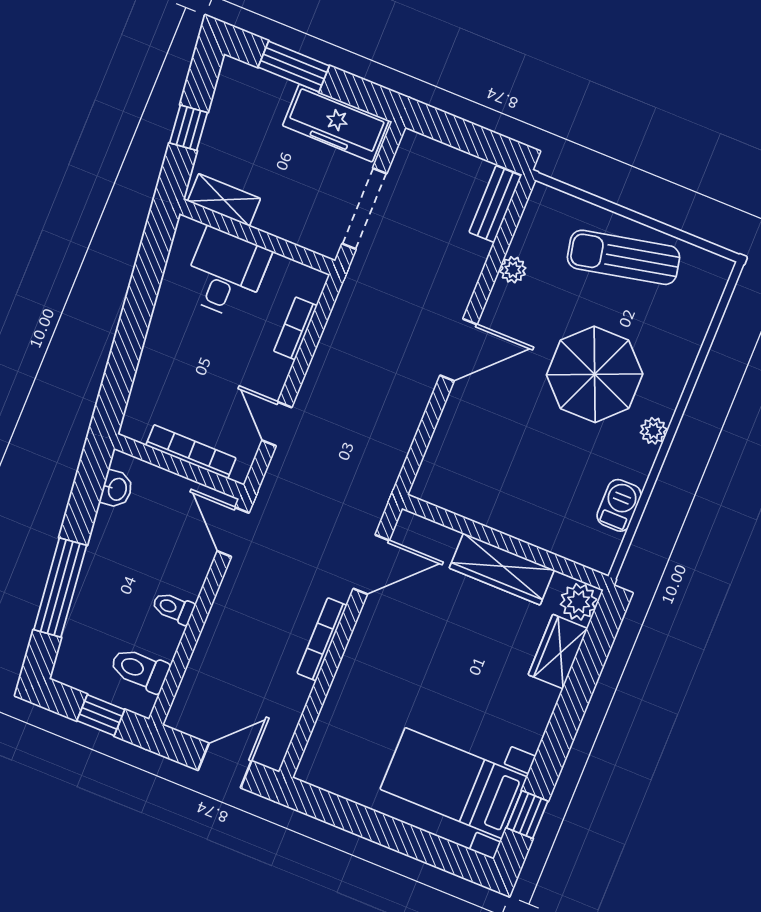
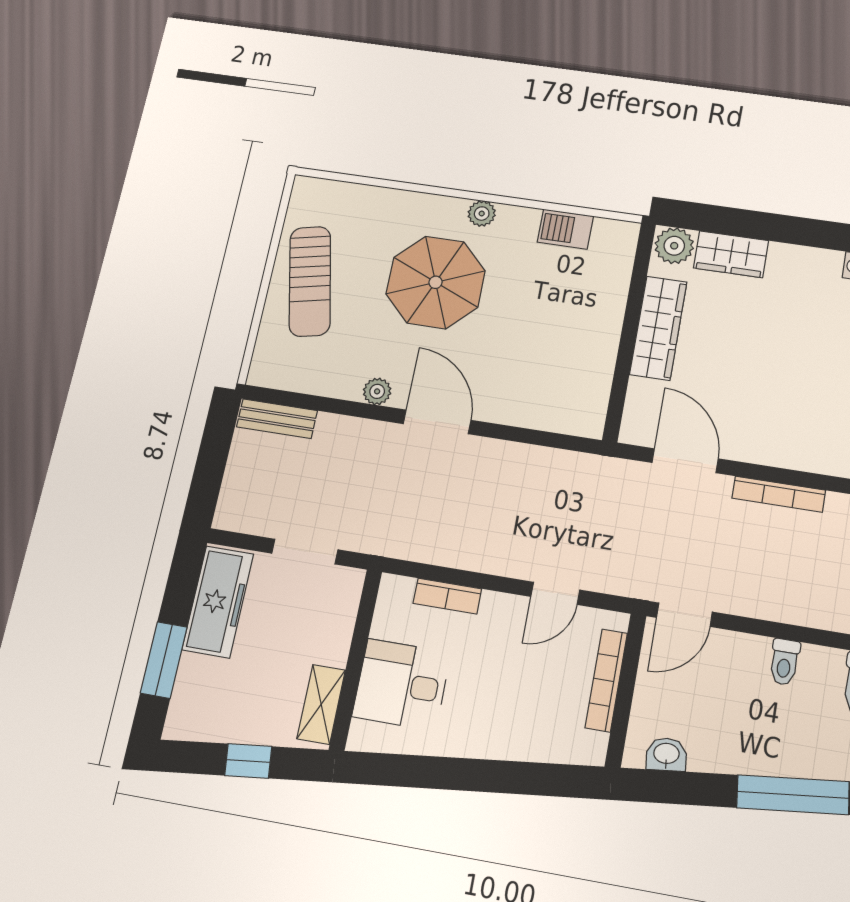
doorway: (364, 209) -> (305, 552), width x0.73
plant: (513, 270) -> (377, 391), moved

